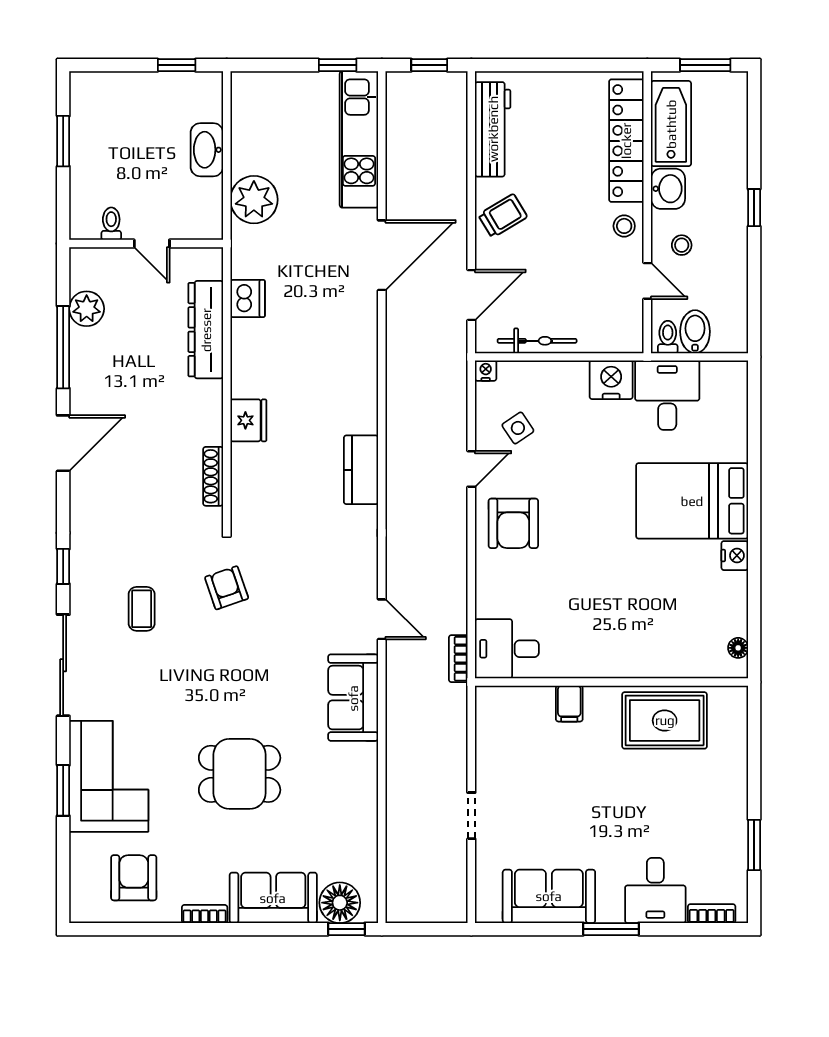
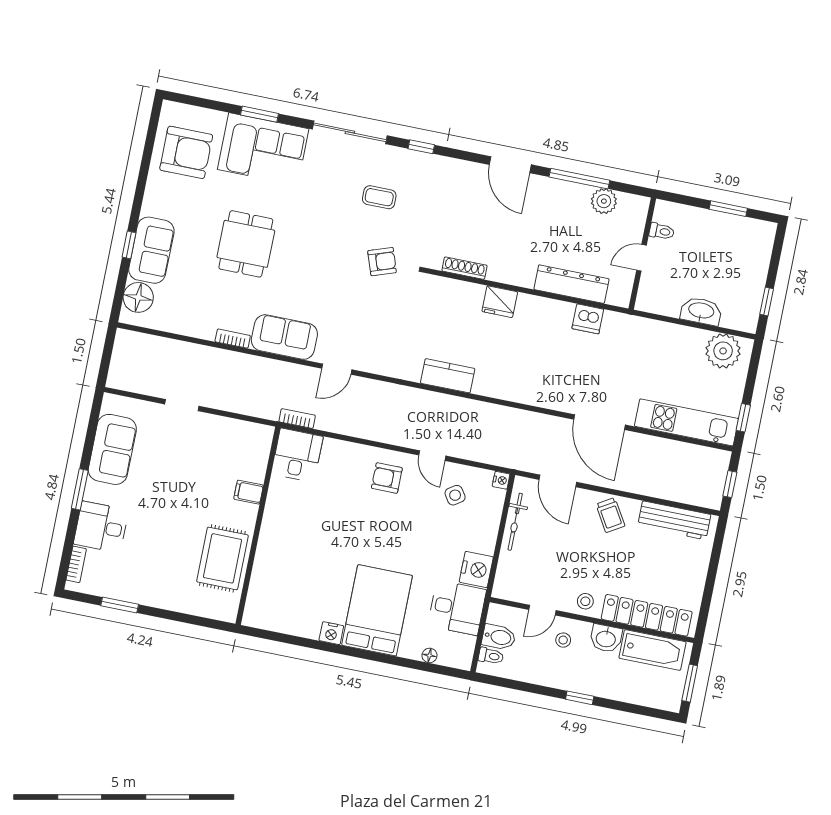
plant: (254, 200) -> (723, 351), moved
toilet: (668, 337) -> (491, 656), moved
armchair: (513, 523) -> (387, 478), width x0.72, depth x0.72
floor lamp: (738, 648) -> (429, 655), moved
armchair: (134, 878) -> (186, 152), width x1.36, depth x1.36
bookcase: (205, 914) -> (233, 339), moved, turned -90
window: (346, 929) -> (129, 245), moved

